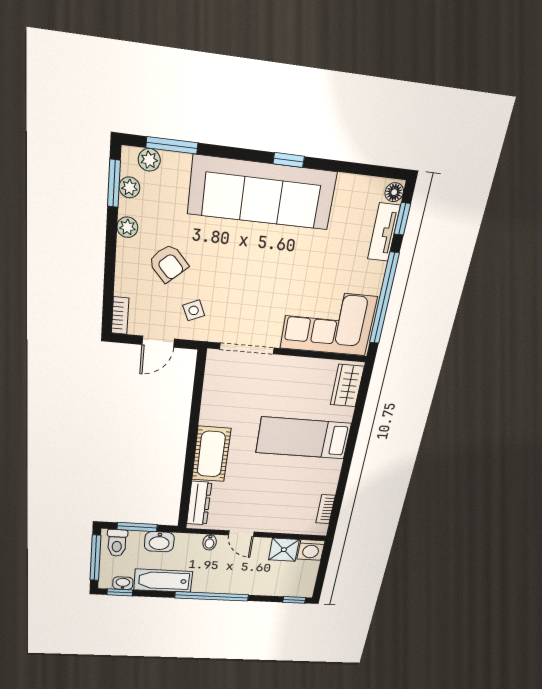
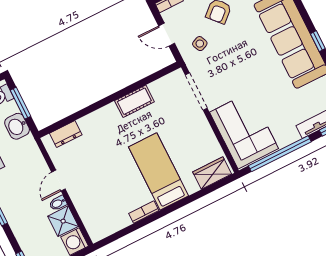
cot: (211, 454) -> (134, 101), moved, width x0.73, depth x0.75
dresser: (199, 503) -> (66, 134), width x0.70
bookcase: (325, 509) -> (144, 212), moved
bidet: (210, 542) -> (58, 203), moved

